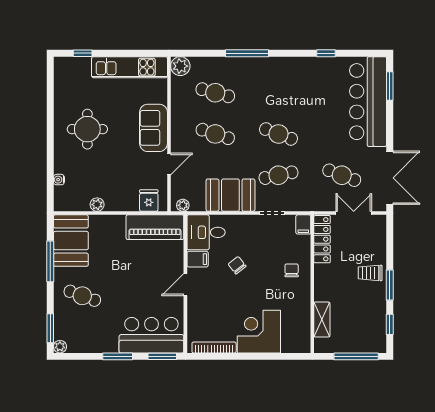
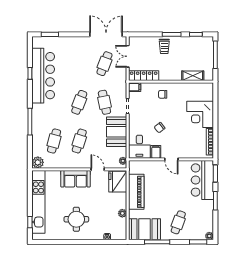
kitchen unit: (129, 67) -> (38, 202), width x1.36
bar counter: (368, 102) -> (43, 76), moved, turned -90
fridge: (149, 201) -> (118, 182), width x1.88, depth x1.34
piano: (155, 227) -> (136, 192), moved

